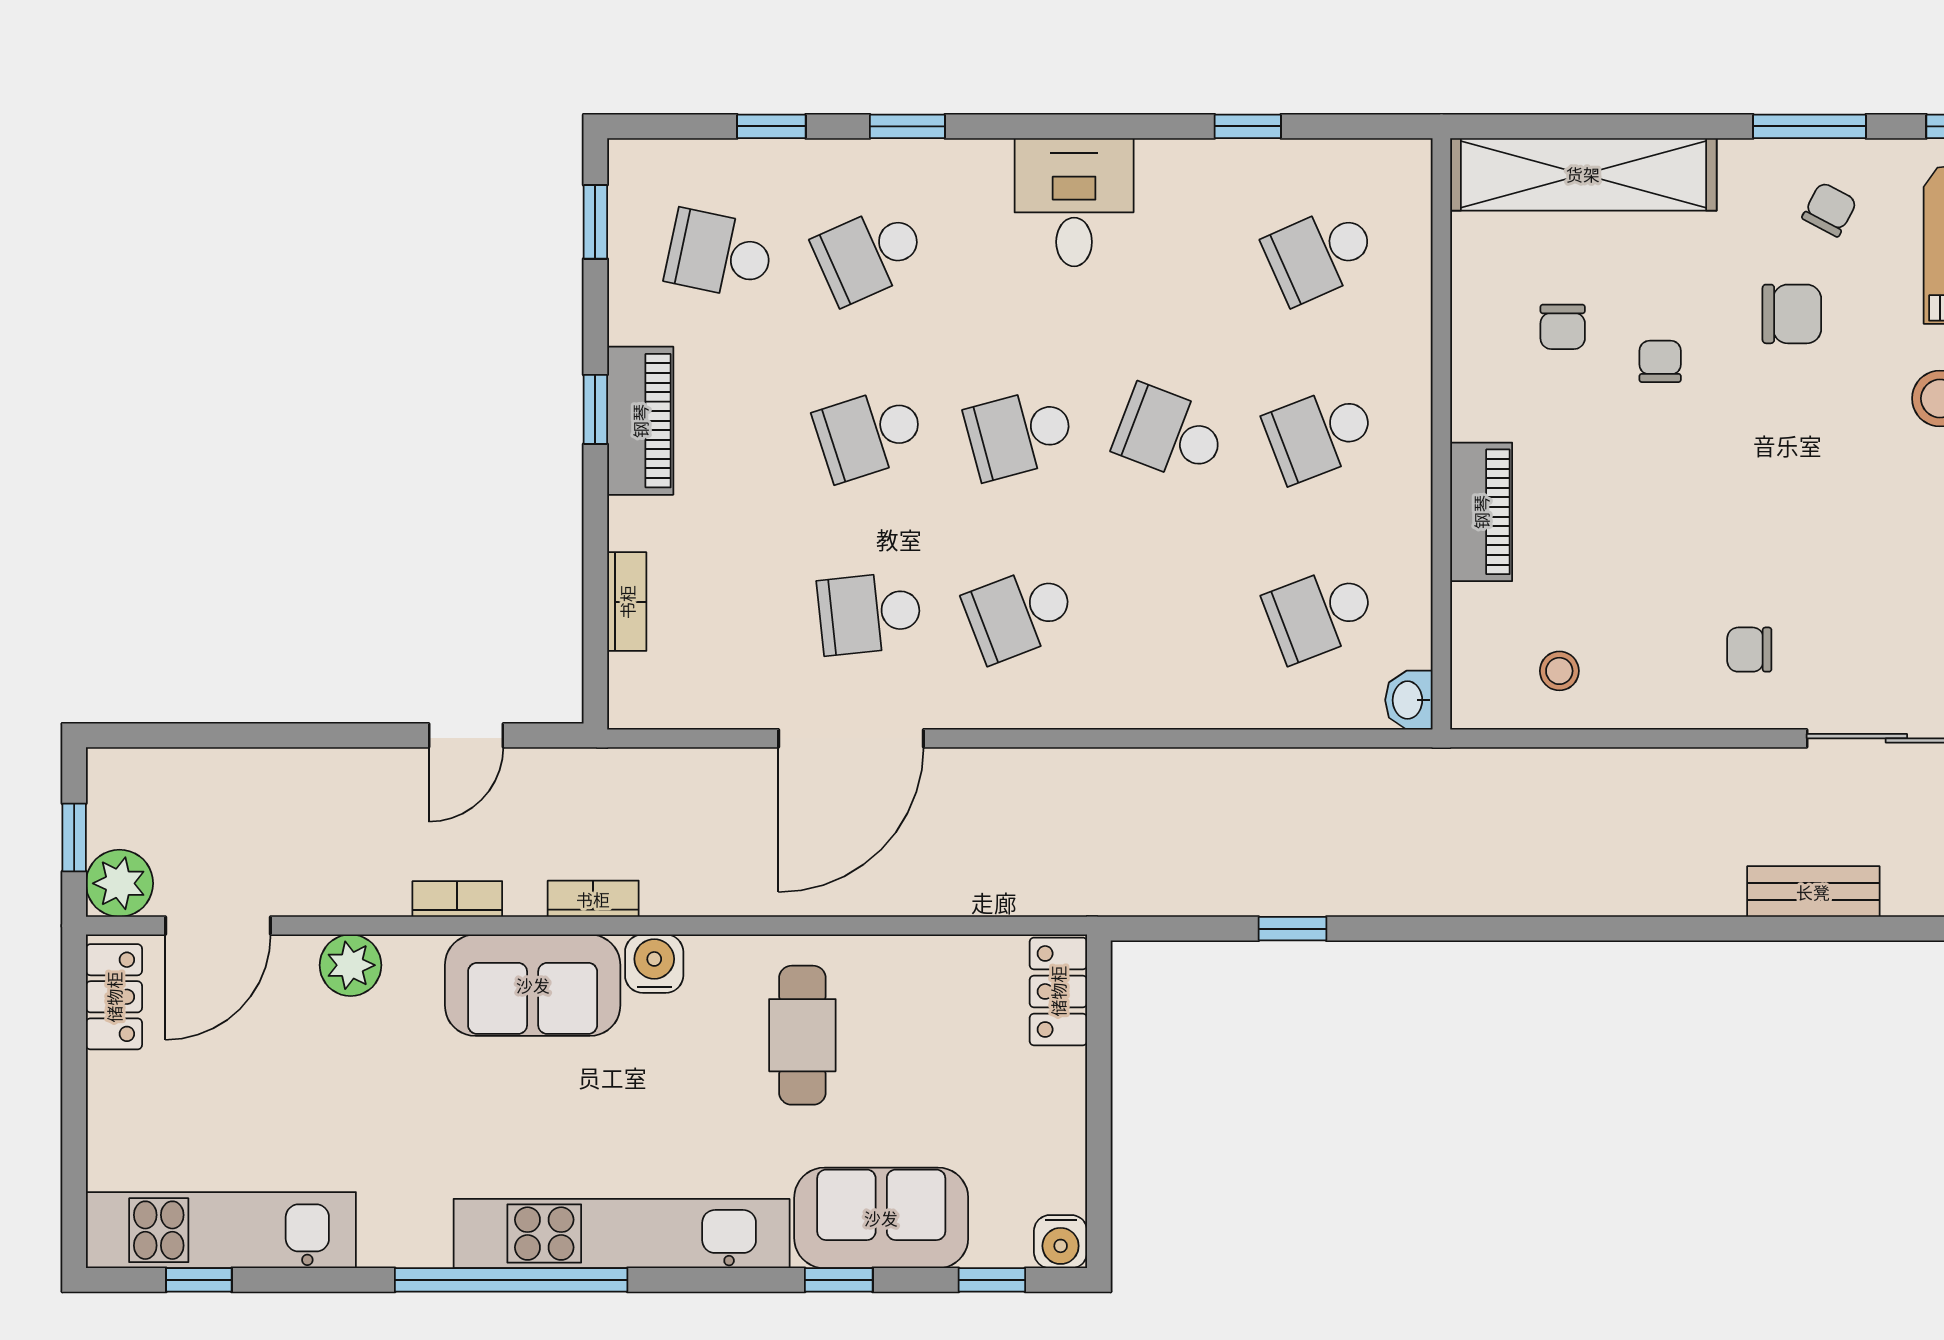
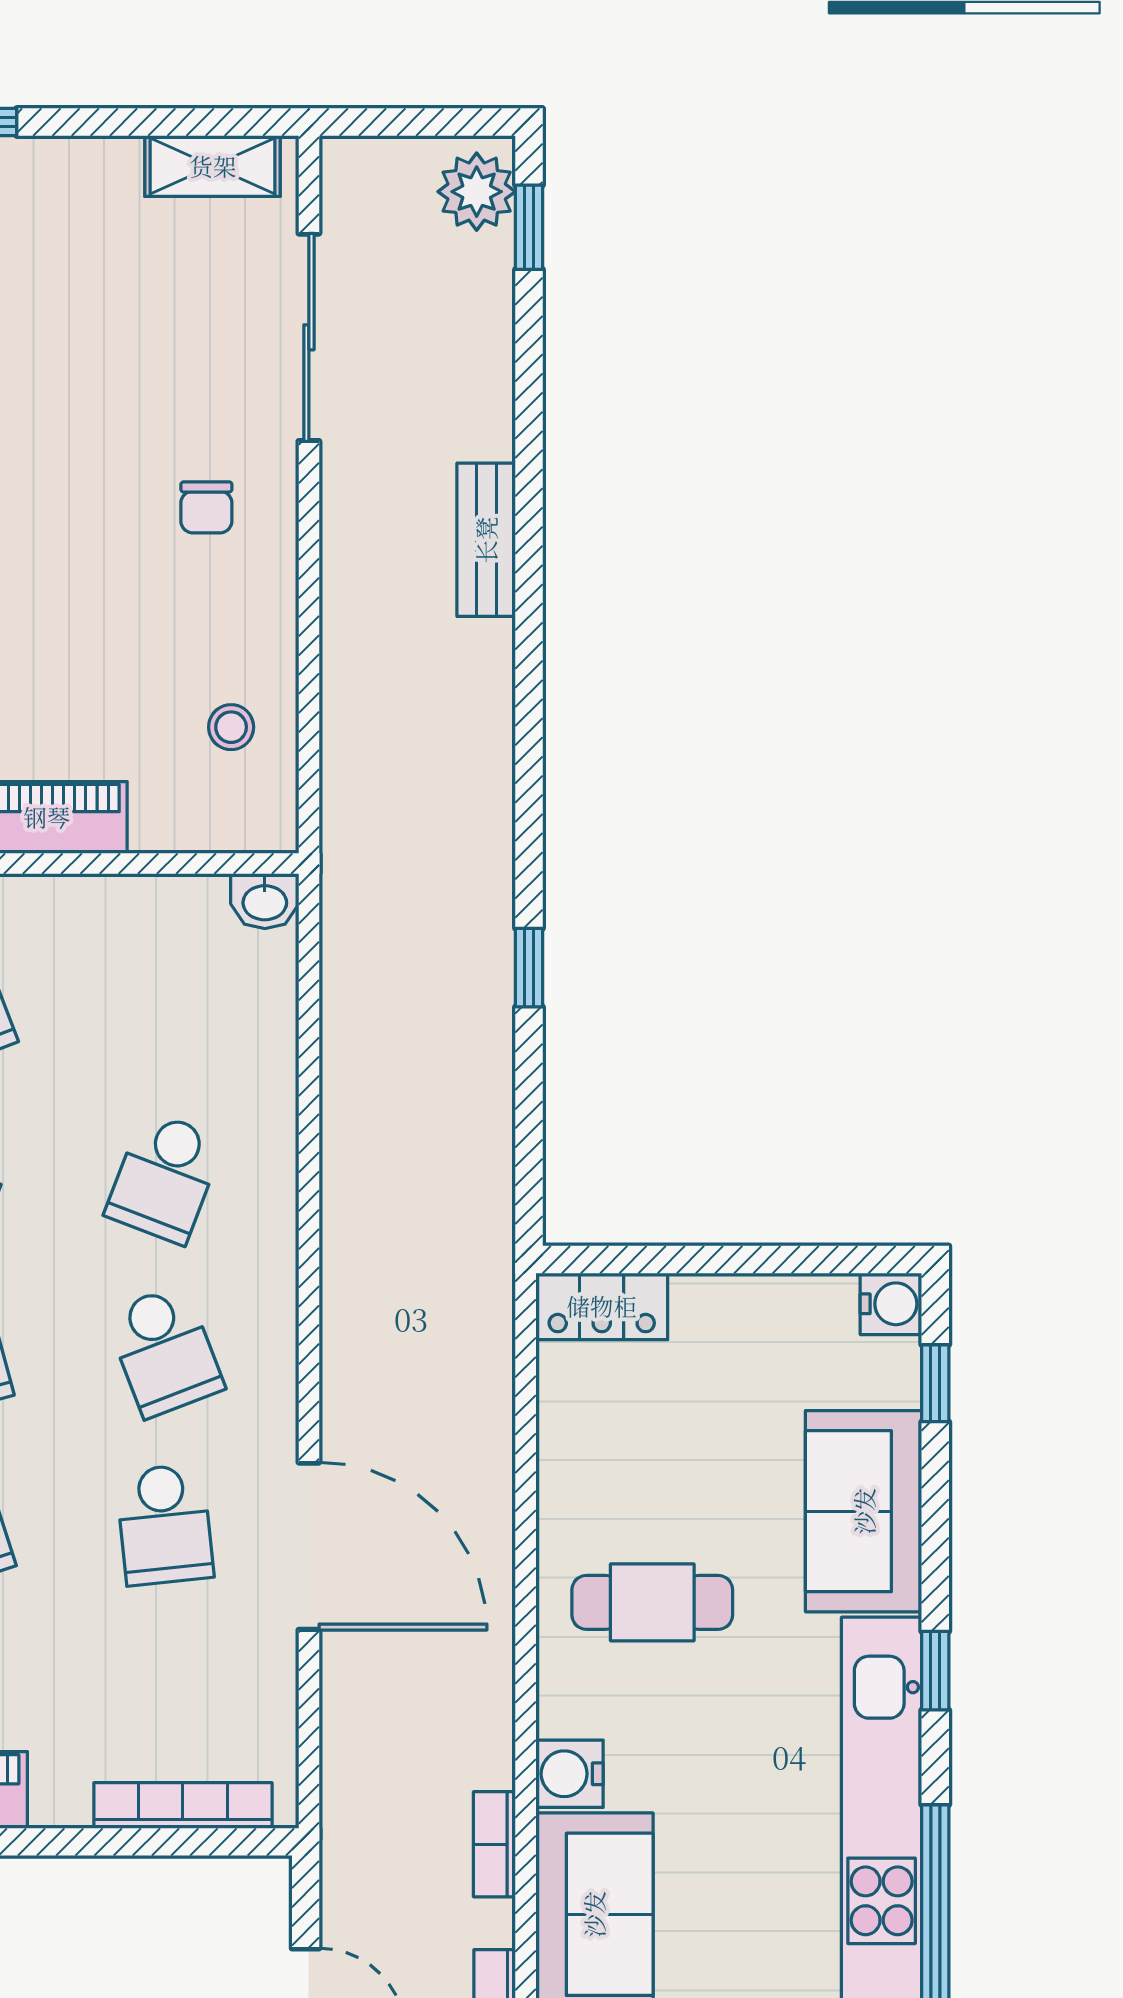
bookcase: (627, 602) -> (183, 1805), width x1.56
school desk: (1320, 613) -> (165, 1177), moved, turned 42
bench: (1813, 892) -> (486, 540), moved
window: (1293, 929) -> (529, 968), moved
window: (839, 1280) -> (935, 1671), moved

